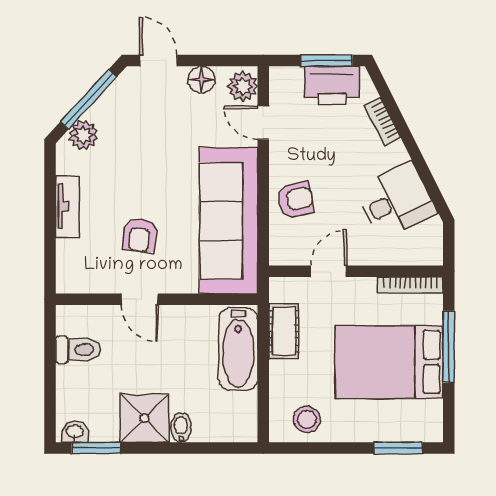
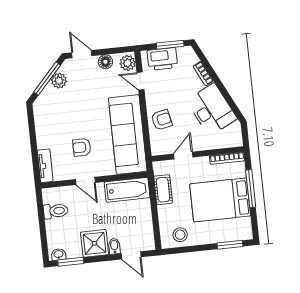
printer: (332, 86) -> (162, 59), moved
plant: (83, 135) -> (59, 81), moved
desk: (396, 201) -> (212, 110), width x1.37
tv unit: (67, 207) -> (45, 166), moved
armchair: (140, 235) -> (82, 147), turned 84
bathtub: (238, 349) -> (127, 190), moved, turned -90
door: (211, 448) -> (131, 255), added

